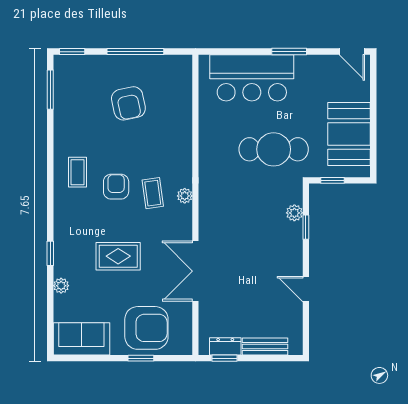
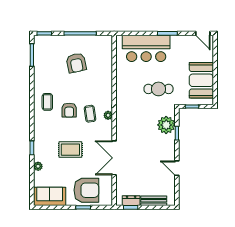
cafe table: (274, 149) -> (159, 89), width x0.73, depth x0.74
armchair: (116, 187) -> (69, 110), turned 180
plant: (294, 213) -> (166, 125), width x1.88, depth x1.88

